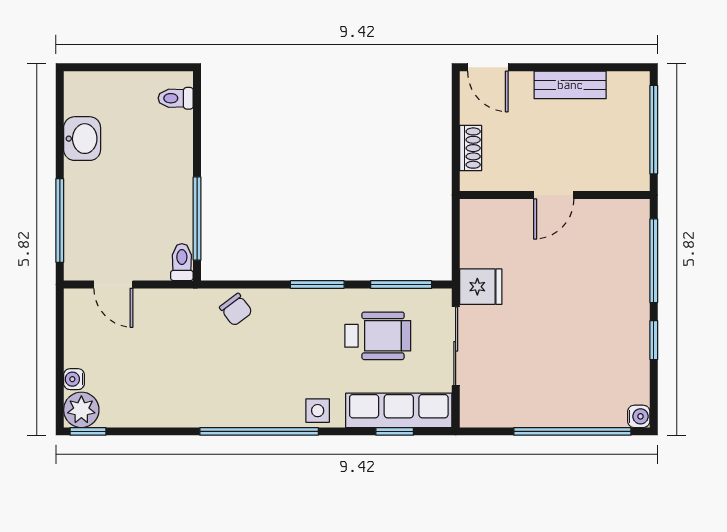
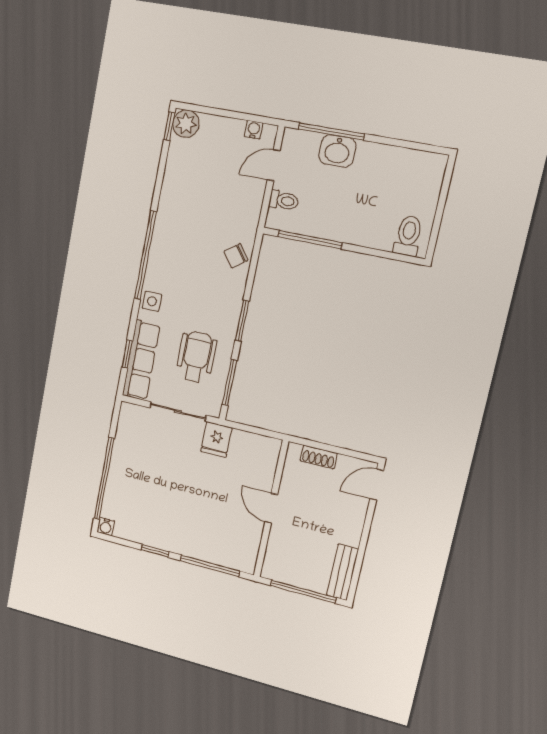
bench: (570, 85) -> (342, 572), moved
toilet: (176, 98) -> (408, 236), width x1.37, depth x1.39
washbasin: (82, 139) -> (337, 151), moved
toilet: (182, 262) -> (284, 201), moved
wheelchair: (378, 336) -> (196, 357), turned 180
water cooler: (74, 379) -> (254, 130), moved

